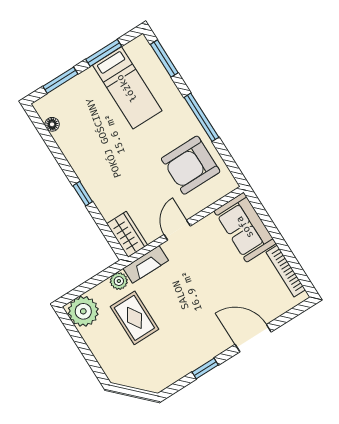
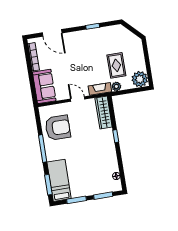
bed: (127, 88) -> (59, 180), moved
door: (177, 230) -> (78, 99), swing flipped
wardrobe: (127, 234) -> (104, 113), width x1.50
door: (253, 338) -> (52, 33), moved

